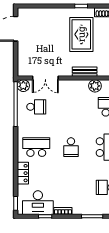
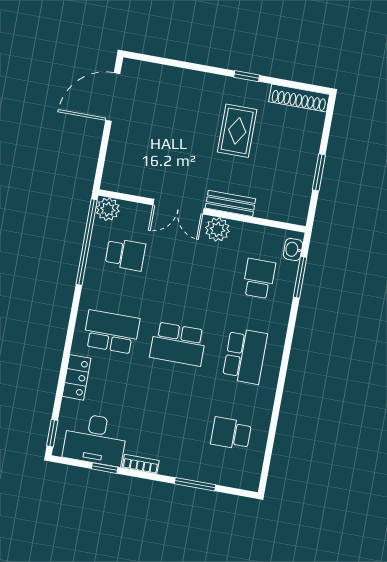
rug: (81, 34) -> (237, 131), width x0.73, depth x0.70
double door: (45, 78) -> (178, 207), moved
plant: (95, 86) -> (217, 229), moved
school desk: (71, 147) -> (178, 344), width x1.85

